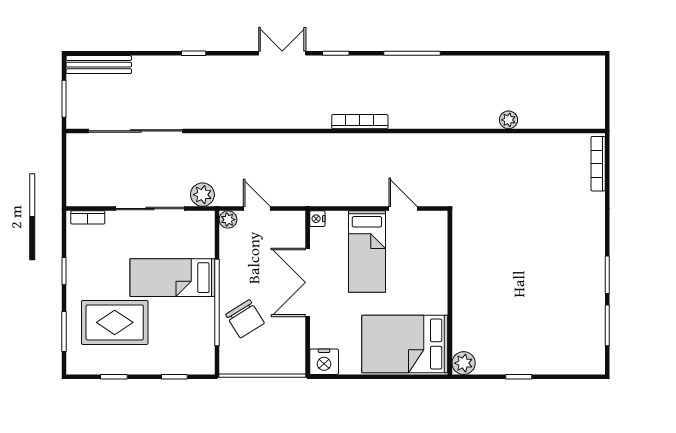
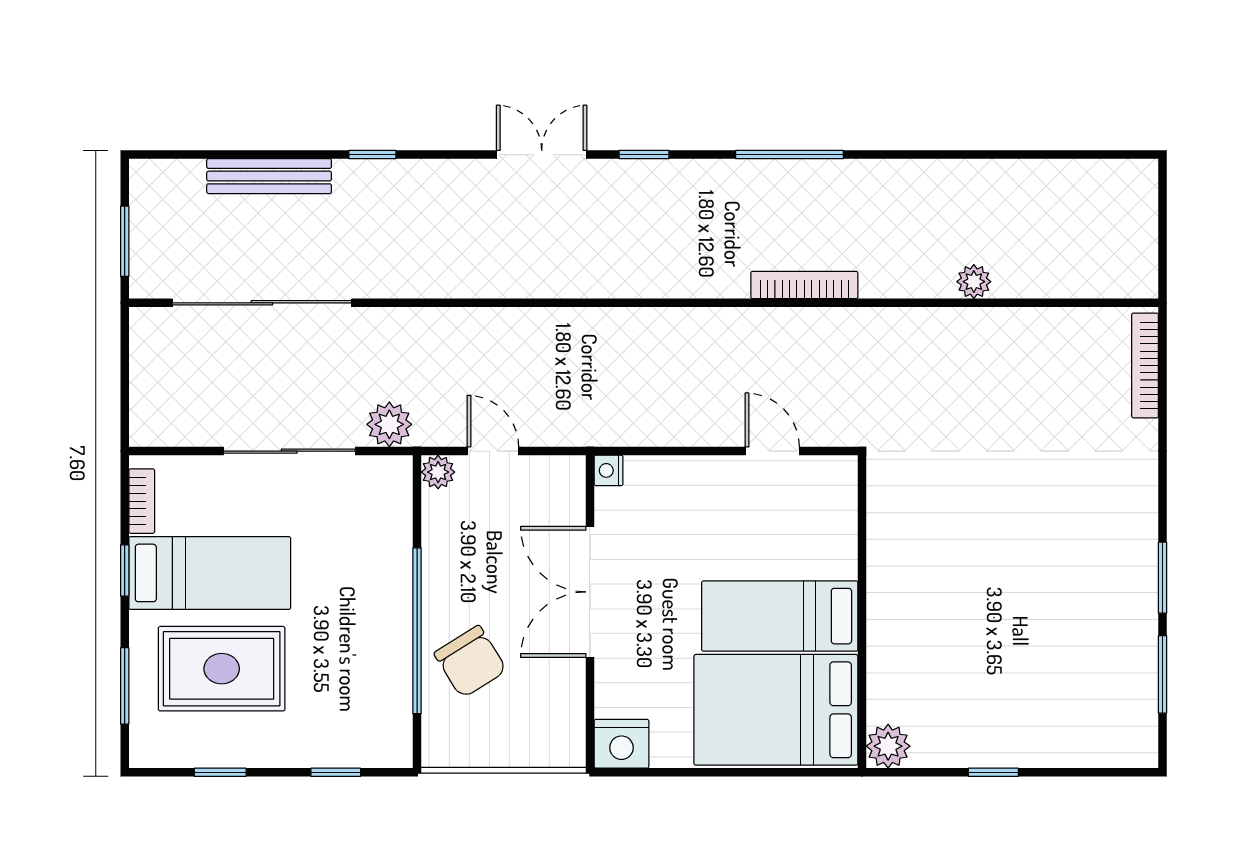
bench: (99, 65) -> (269, 176), moved
bookcase: (360, 122) -> (804, 285), moved
bookcase: (88, 217) -> (142, 501), moved, turned -90
bed: (367, 252) -> (780, 616), moved, turned 90
bed: (173, 278) -> (210, 573), moved, turned 180

